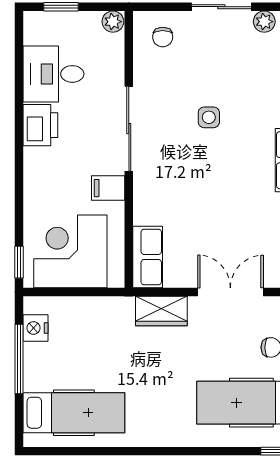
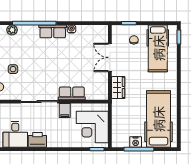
side table: (209, 117) -> (13, 69), moved
row of seats: (148, 257) -> (72, 93), moved
nightstand: (35, 328) -> (136, 142), moved
hospital bed: (74, 413) -> (158, 119), width x1.37, depth x1.29

